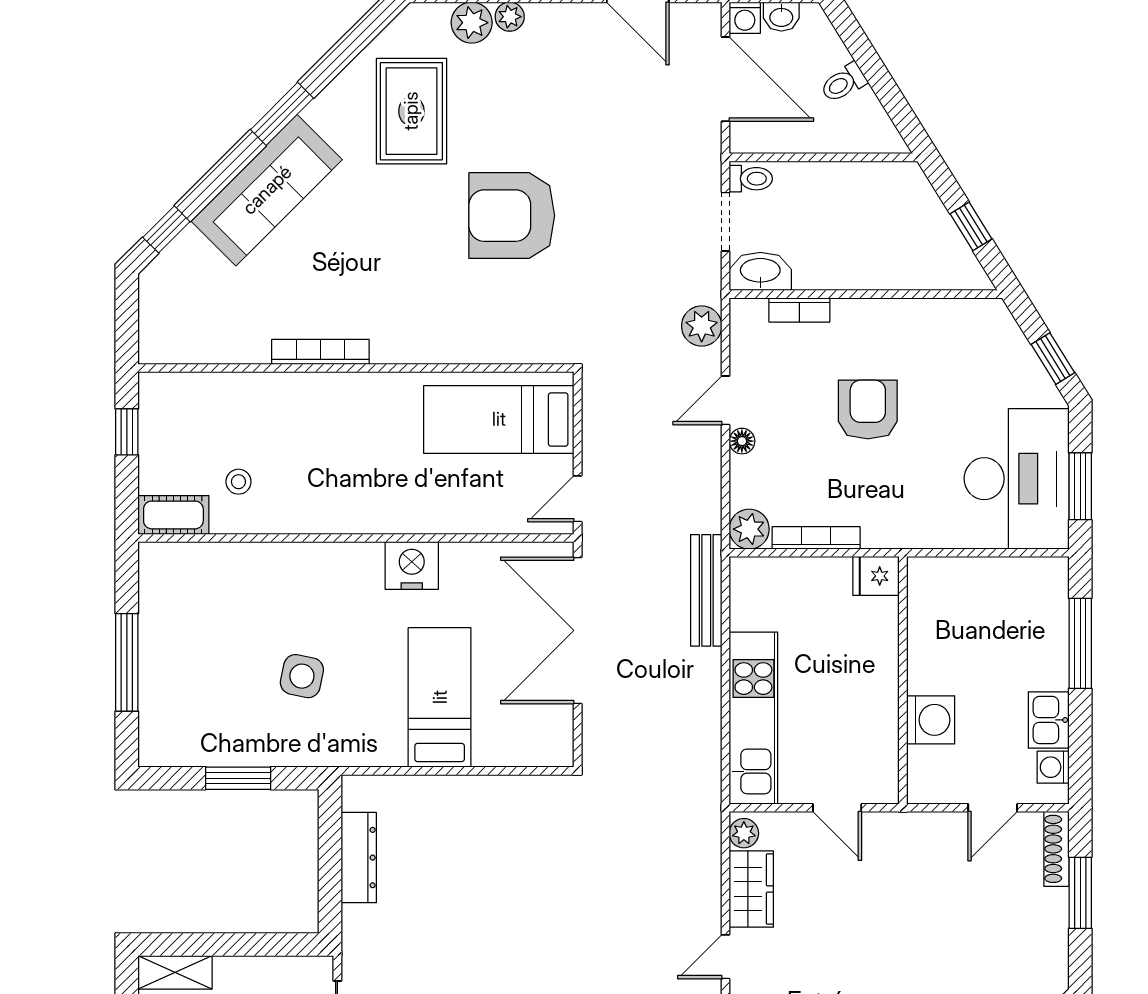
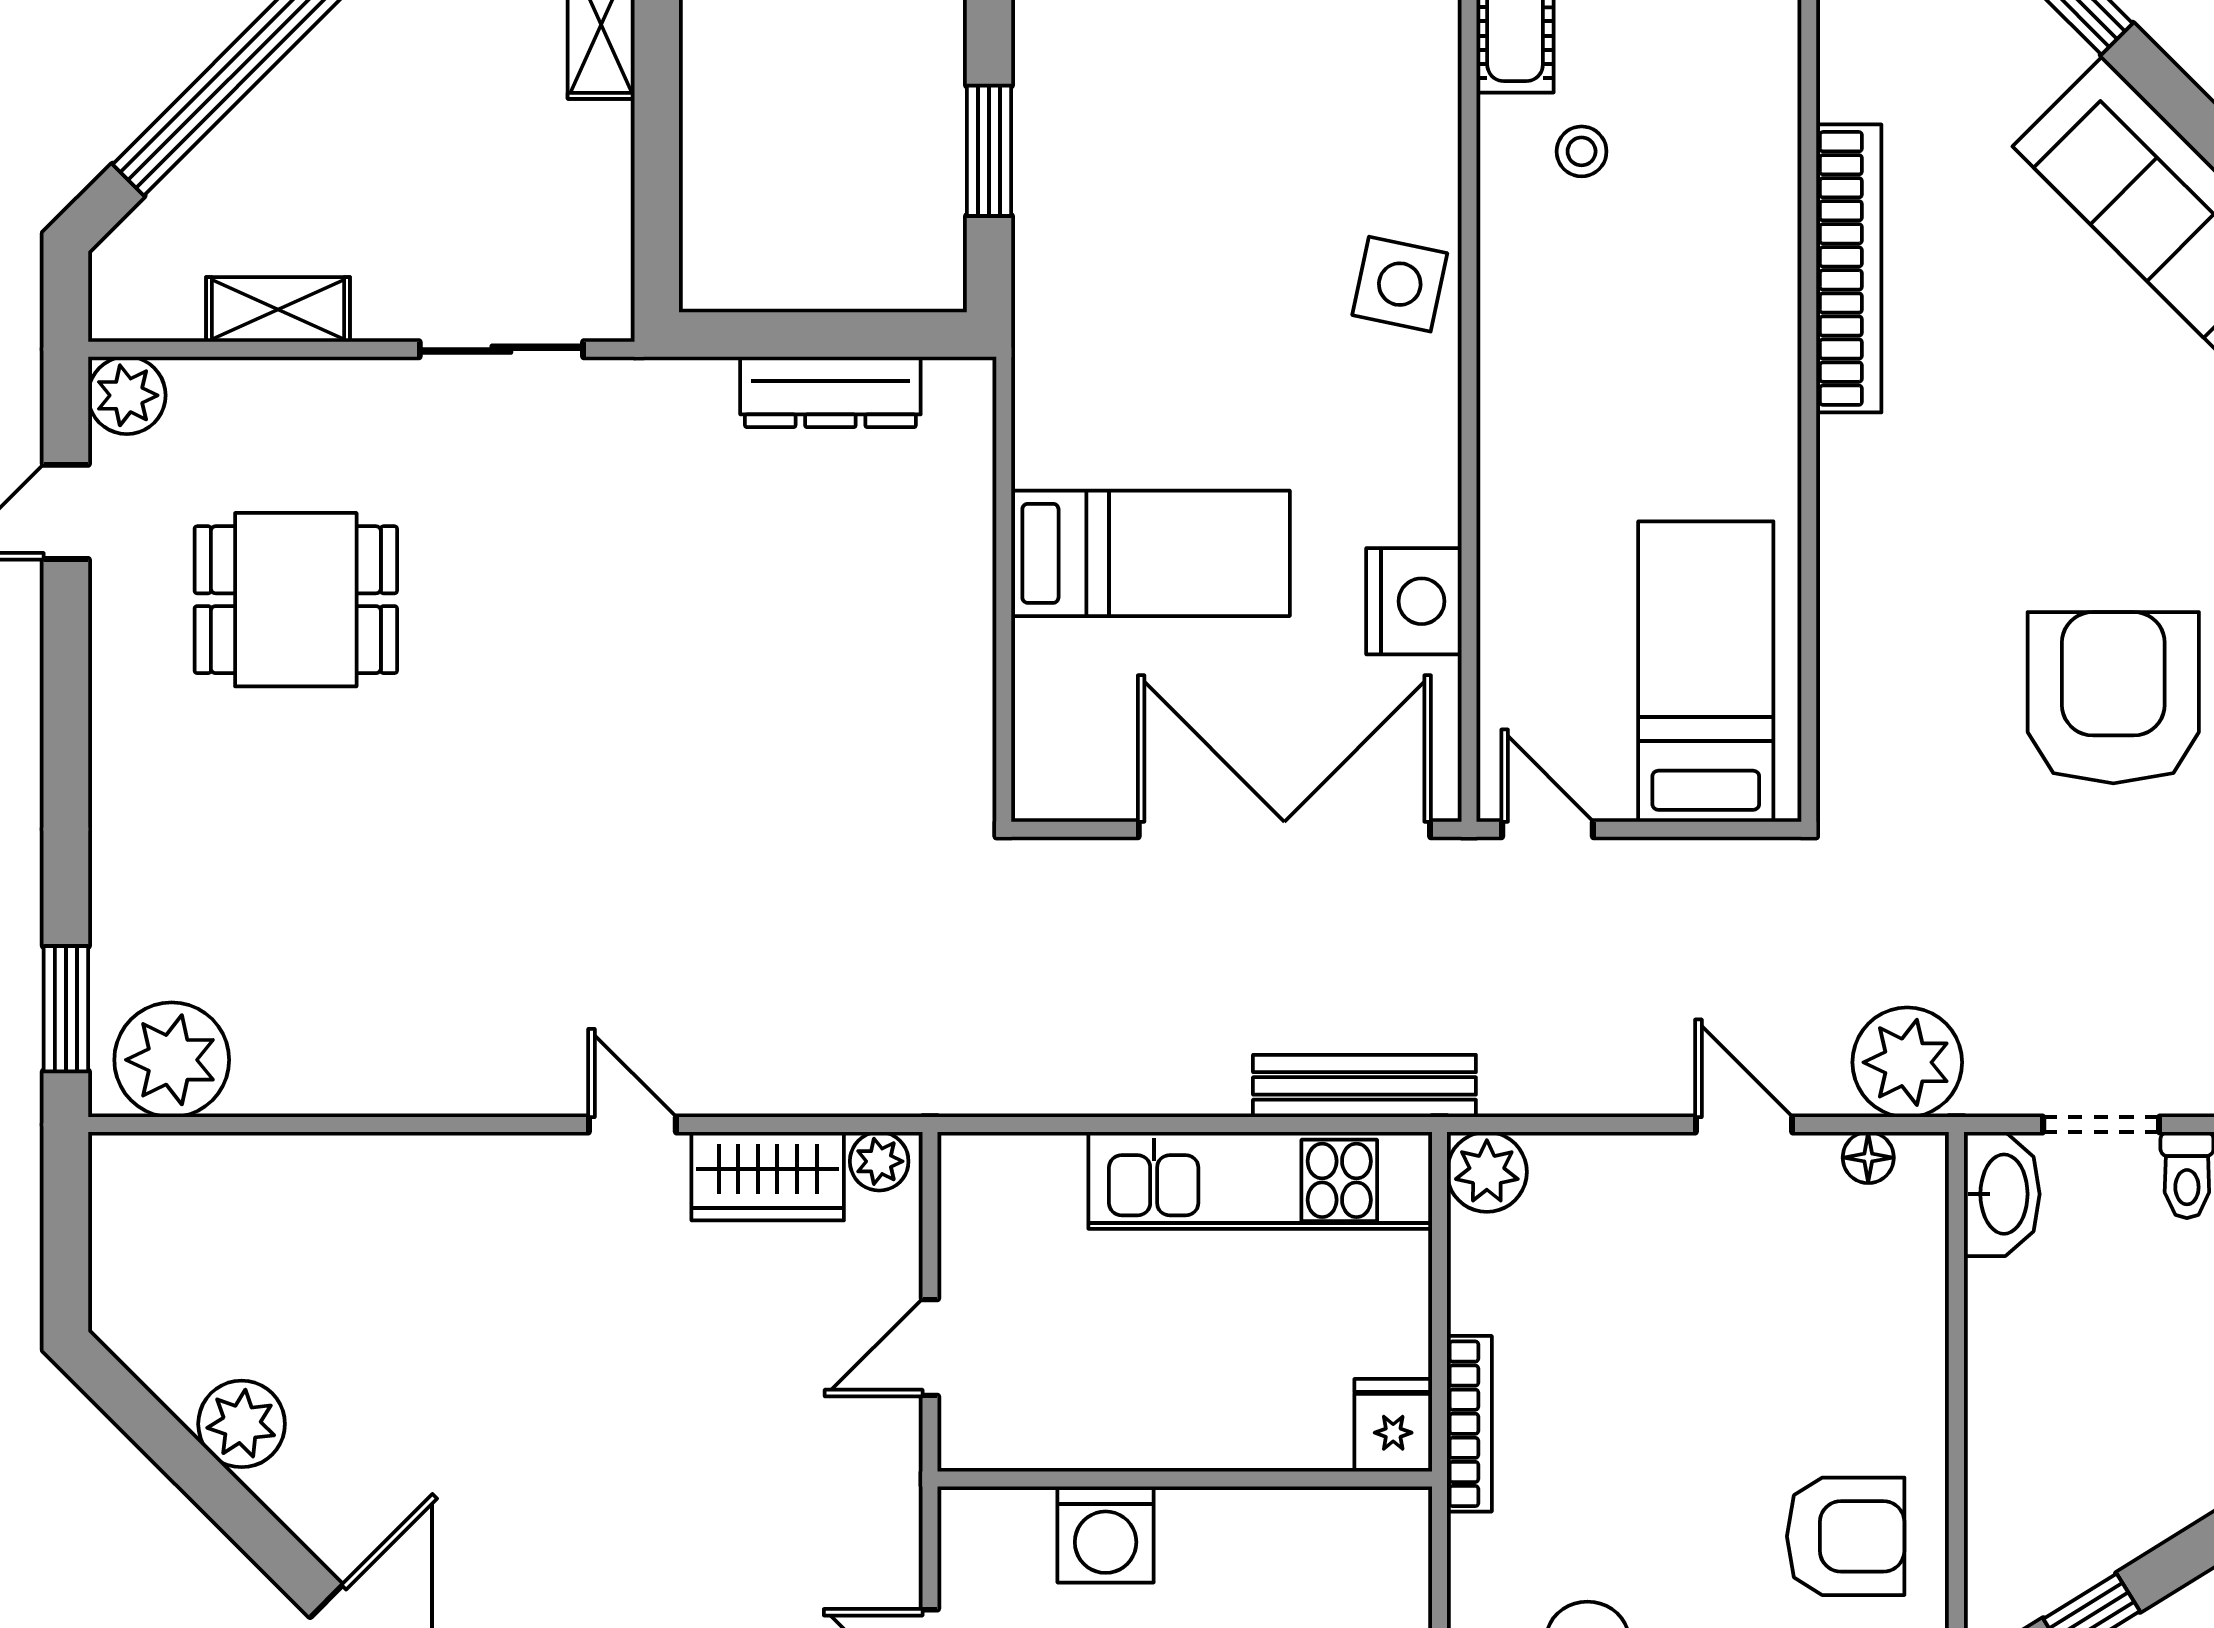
bookcase: (799, 310) -> (1925, 1272), removed
plant: (702, 326) -> (1907, 1062), width x1.36, depth x1.36
bookcase: (320, 352) -> (1849, 268), width x1.48, depth x1.31
armchair: (868, 410) -> (1846, 1536), moved
floor lamp: (742, 441) -> (1868, 1158), moved
bookcase: (816, 538) -> (1469, 1424), moved
nightstand: (412, 566) -> (1414, 601), moved
side table: (302, 676) -> (1400, 284), moved
kitchen unit: (753, 718) -> (1260, 1180), moved

